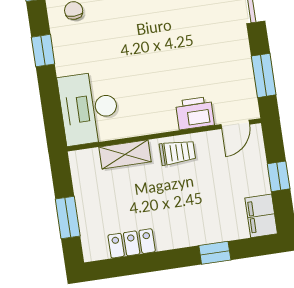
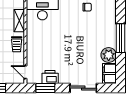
printer: (195, 113) -> (50, 77), moved, turned -90

